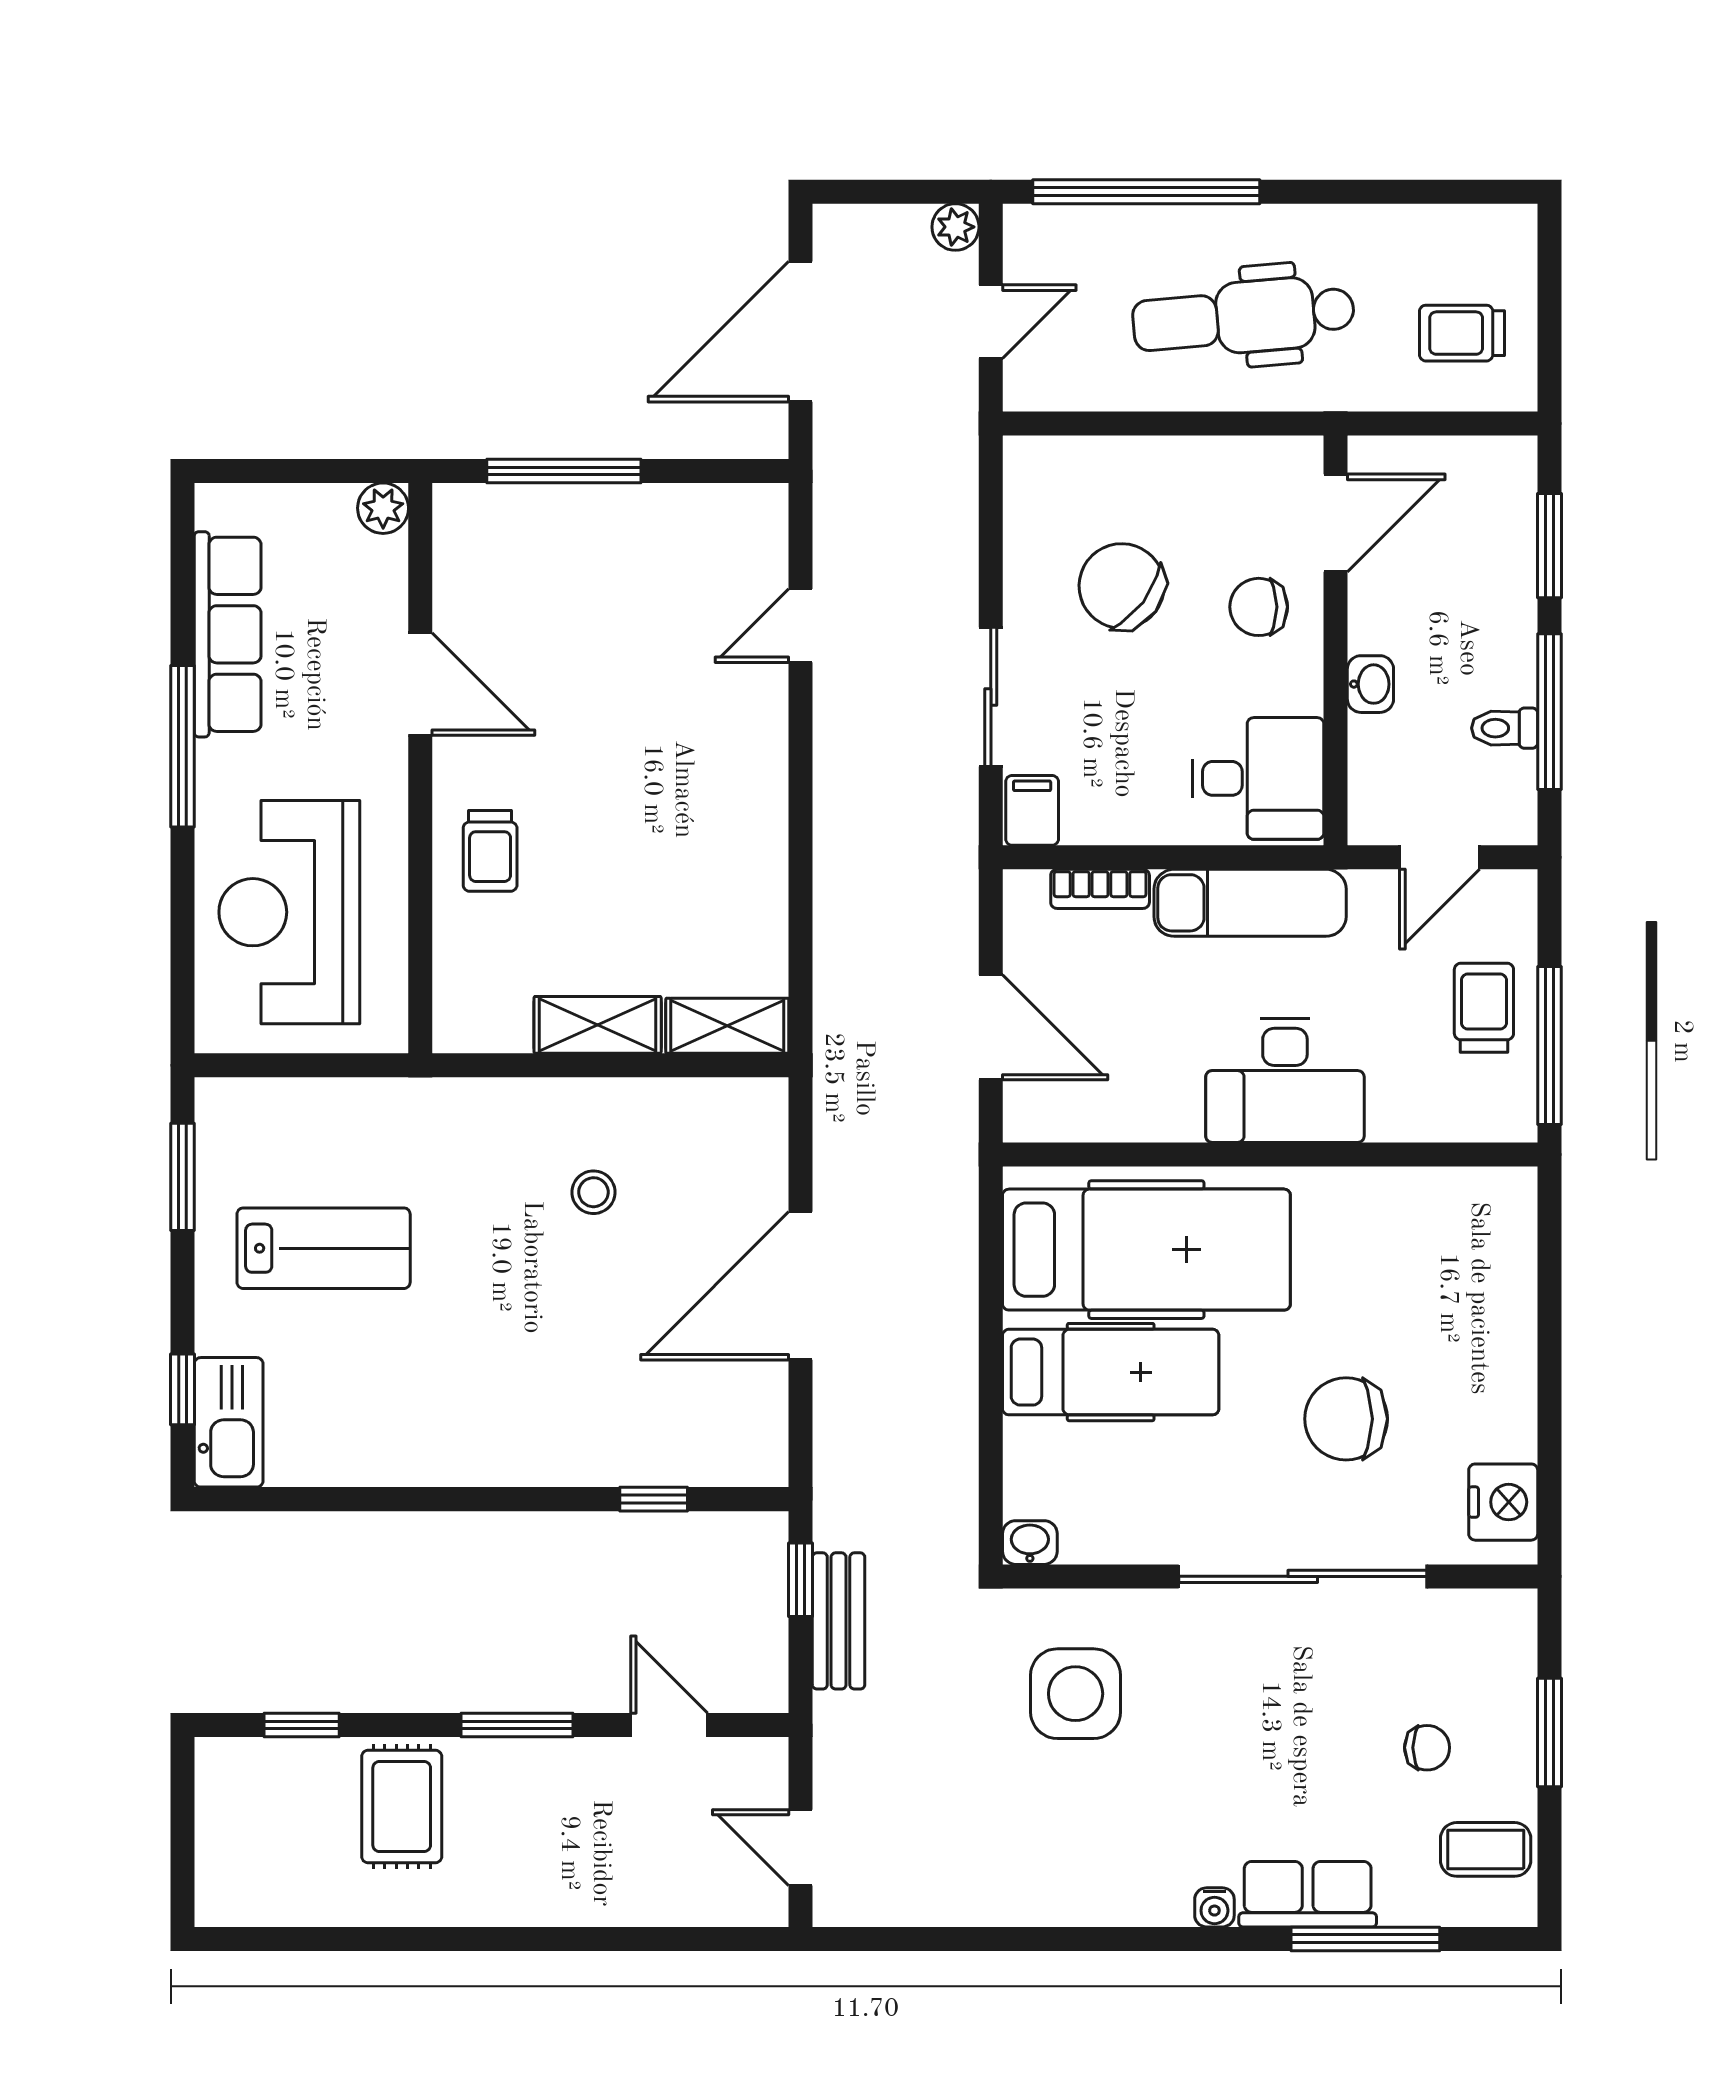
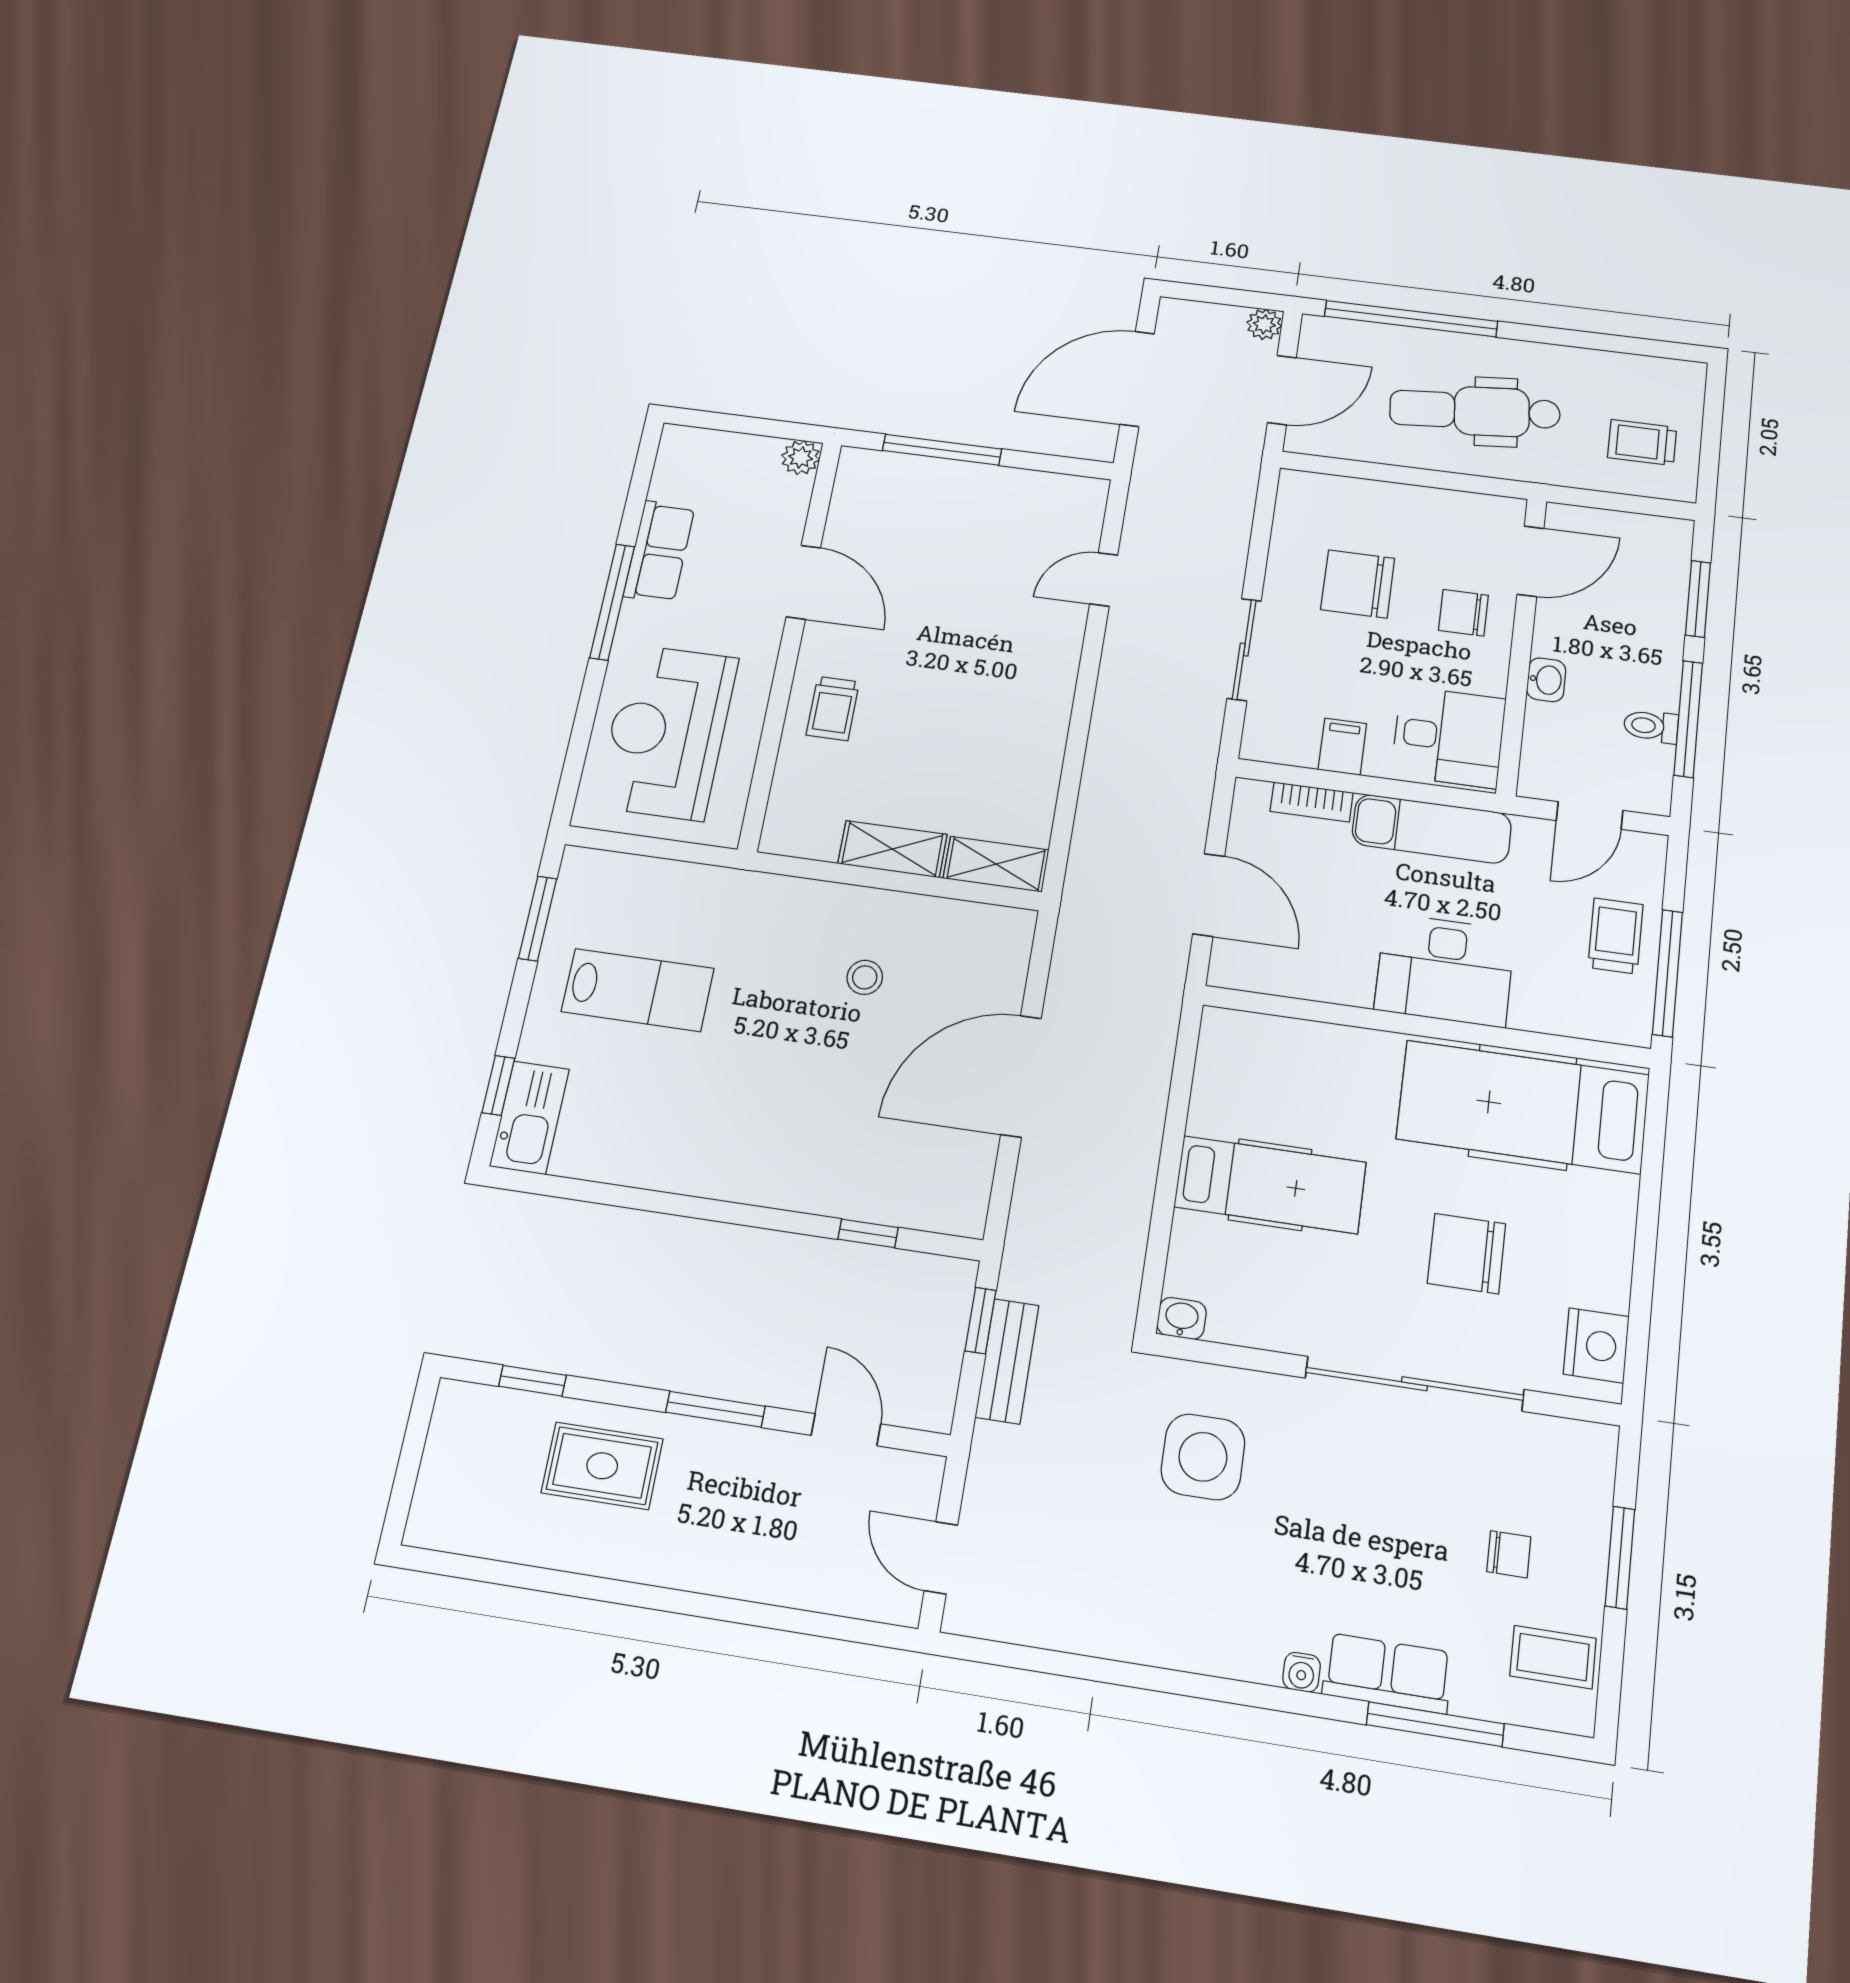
door: (991, 322) -> (1282, 390), width x1.38
chair: (1122, 586) -> (1358, 584), turned -37
row of seats: (228, 634) -> (659, 551), width x0.68
filing cabinet: (1032, 810) -> (1342, 747), moved
hospital bed: (1146, 1250) -> (1523, 1107), moved, turned 180
rug: (402, 1807) -> (602, 1466), turned 90

